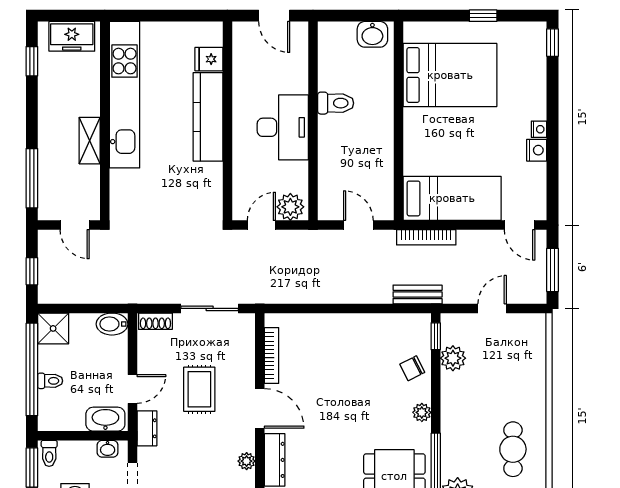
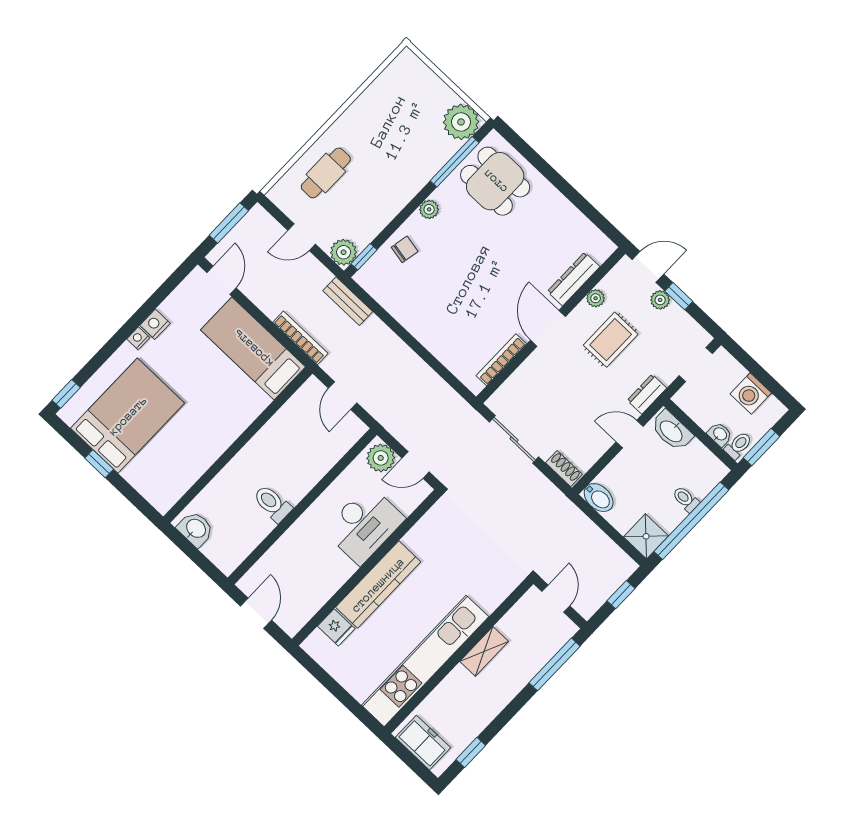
bed: (450, 75) -> (128, 416), moved, turned 90
desk: (283, 127) -> (364, 525), moved, turned 180
plant: (453, 358) -> (344, 252), moved
chair: (412, 368) -> (405, 249), turned -52
rug: (199, 389) -> (611, 340), moved
washbasin: (108, 449) -> (720, 434), moved
cafe table: (513, 449) -> (326, 173), moved

